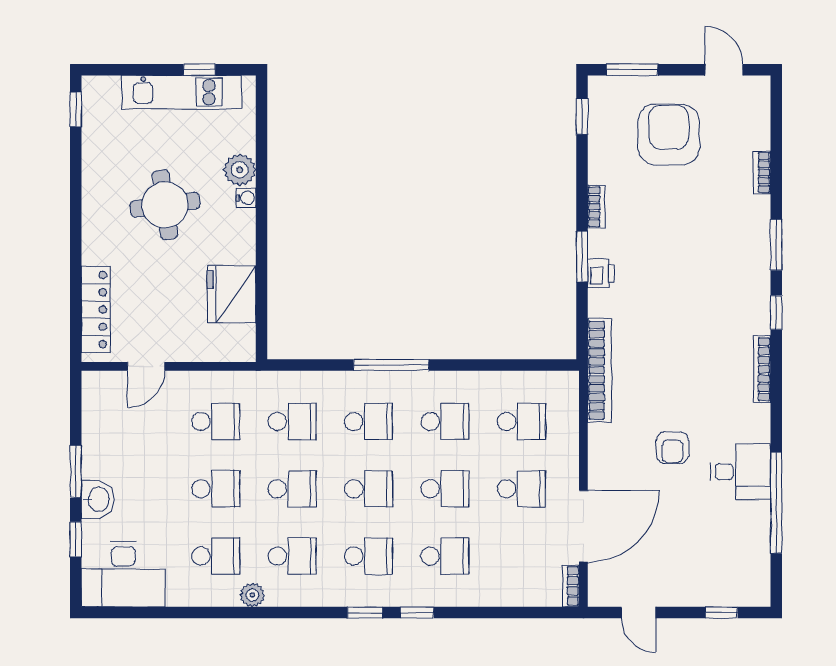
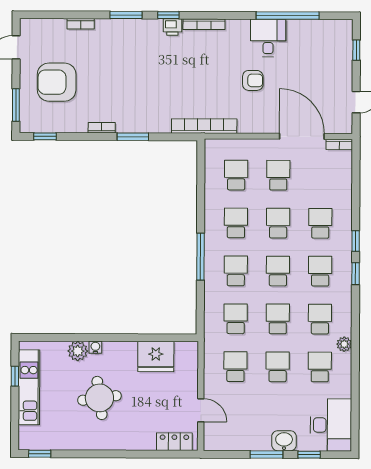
printer: (601, 273) -> (172, 27), moved, turned 180
locker: (96, 310) -> (174, 442), width x0.66

